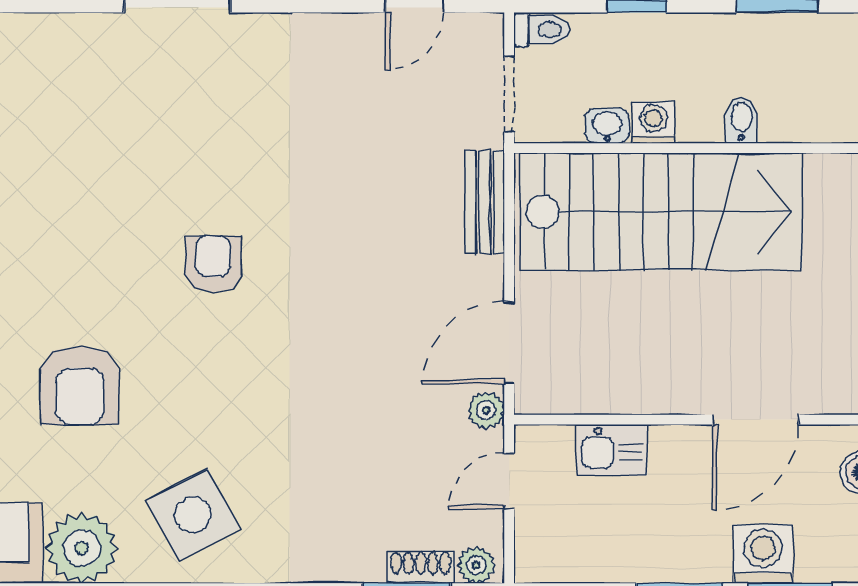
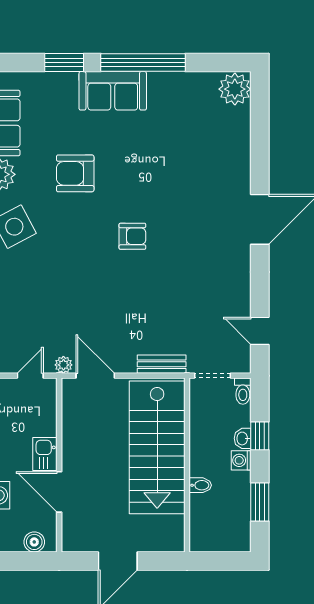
washing machine: (653, 123) -> (241, 460), moved, turned 180
washbasin: (607, 126) -> (243, 438), moved, turned 180
kitchen sink: (612, 450) -> (45, 454), moved
door: (509, 481) -> (30, 376), hinge flipped

